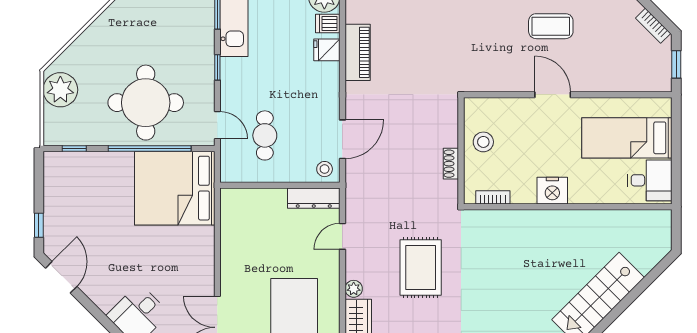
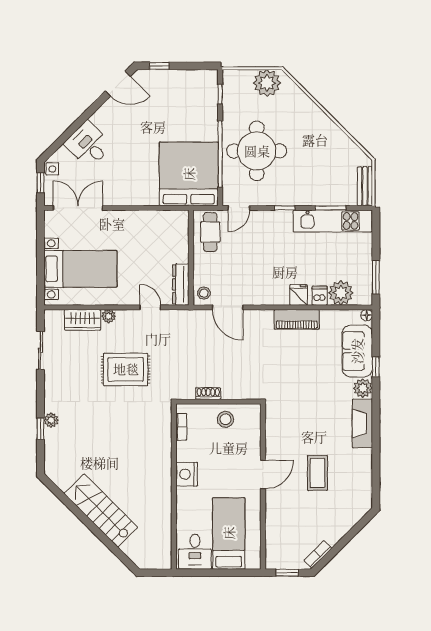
cafe table: (265, 135) -> (210, 232), moved, turned 90

